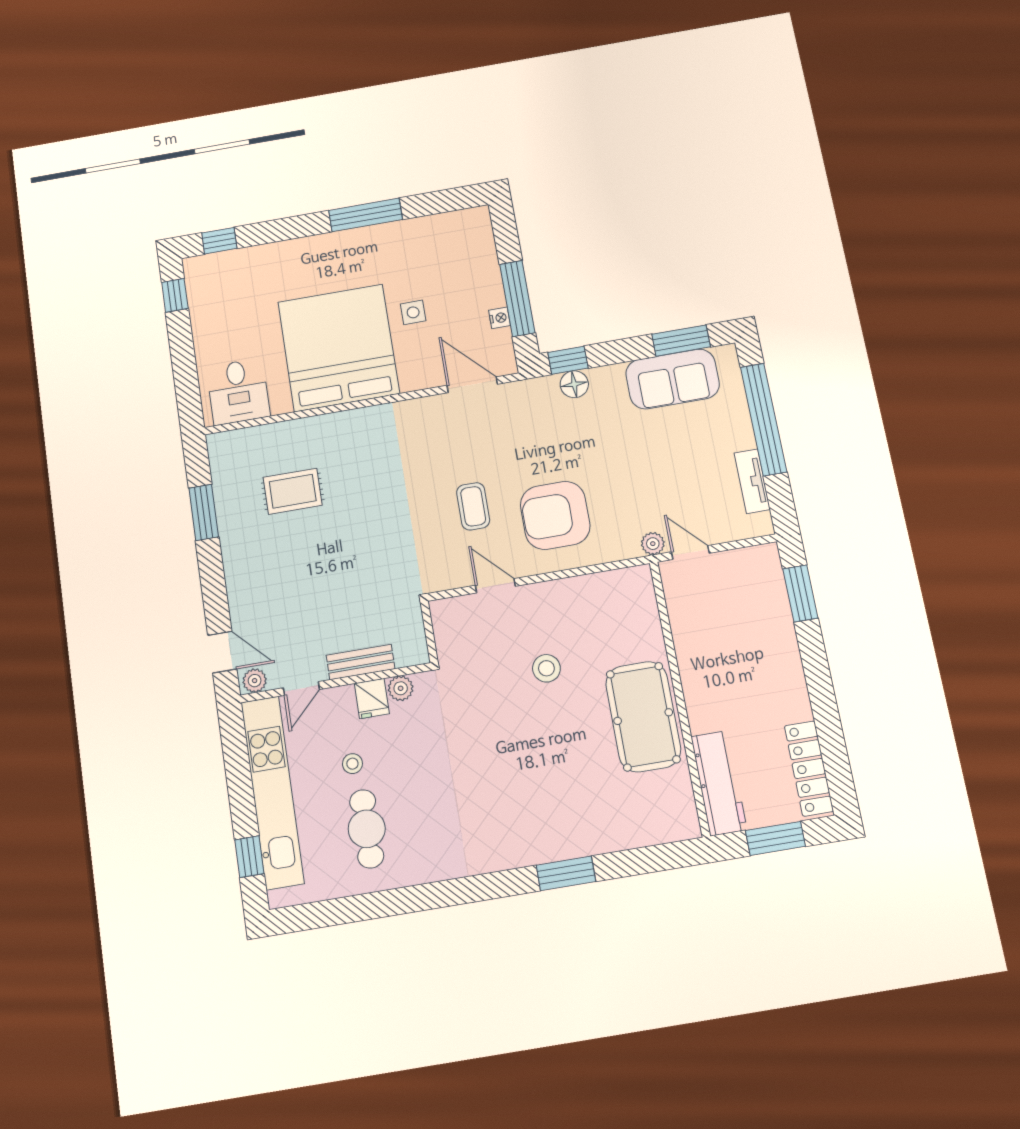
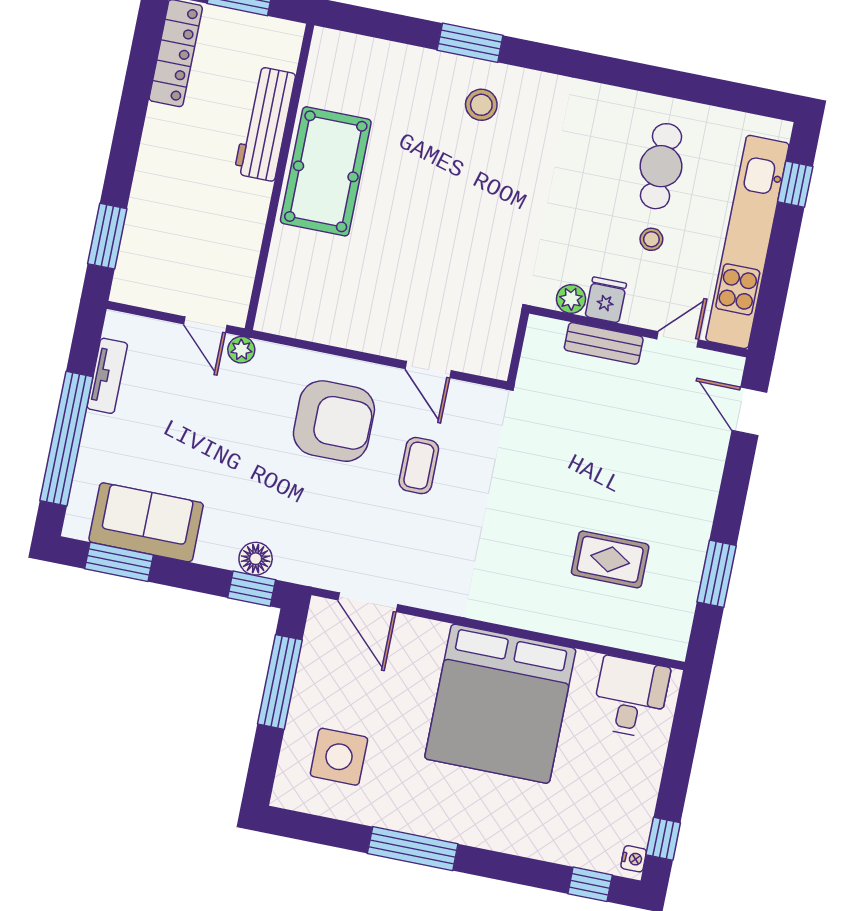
side table: (413, 312) -> (339, 757), moved, width x1.87, depth x1.87
nightstand: (499, 318) -> (634, 859), moved, turned 180
stool: (546, 668) -> (481, 105), moved
plant: (255, 681) -> (725, 367), removed
workbench: (719, 783) -> (265, 124), moved

